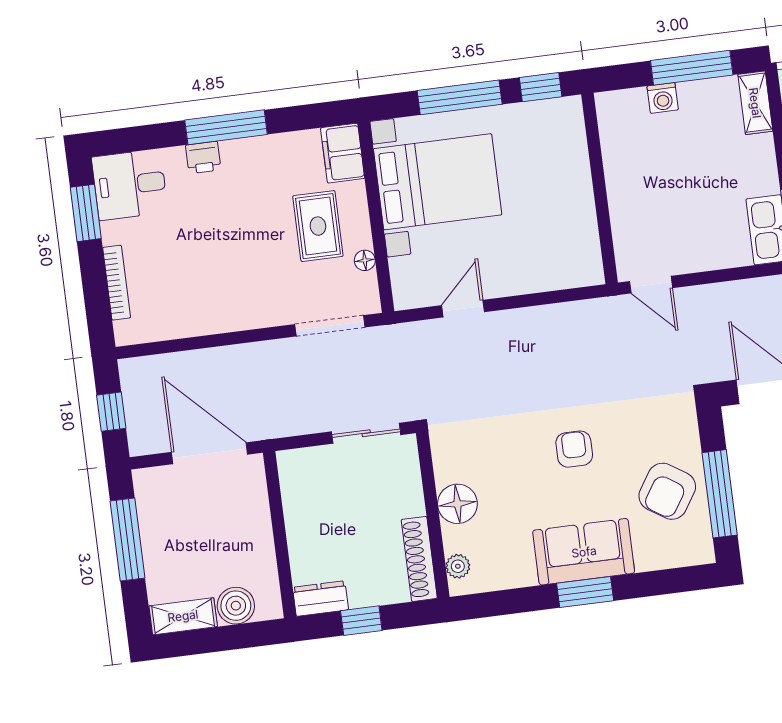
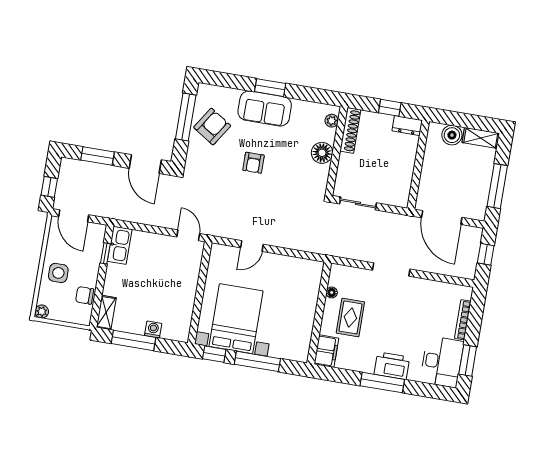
printer: (203, 157) -> (392, 366), width x1.87, depth x1.48
bed with nightstands: (438, 182) -> (236, 319), moved, turned 90
desk: (130, 185) -> (442, 362), width x1.37
door: (463, 309) -> (252, 246), moved
doorway: (330, 326) -> (391, 270), moved

